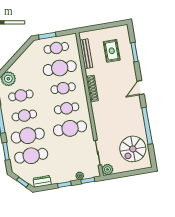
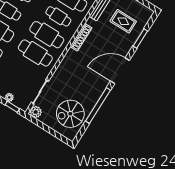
rug: (112, 51) -> (123, 21), turned 90
door: (141, 88) -> (120, 71), width x1.87
cafe table: (67, 108) -> (47, 35), width x1.37, depth x1.35

